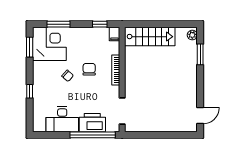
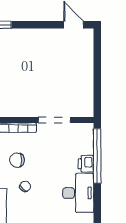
doorway: (122, 111) -> (54, 120), moved
printer: (92, 123) -> (86, 164), width x0.53, depth x0.68

